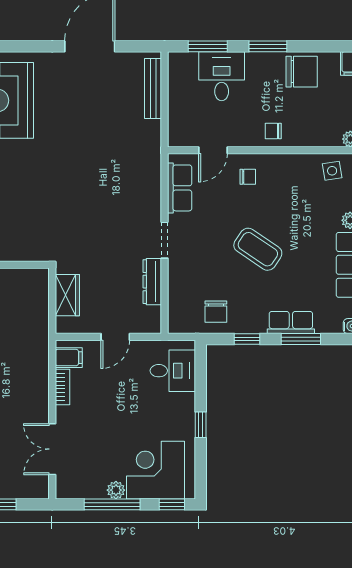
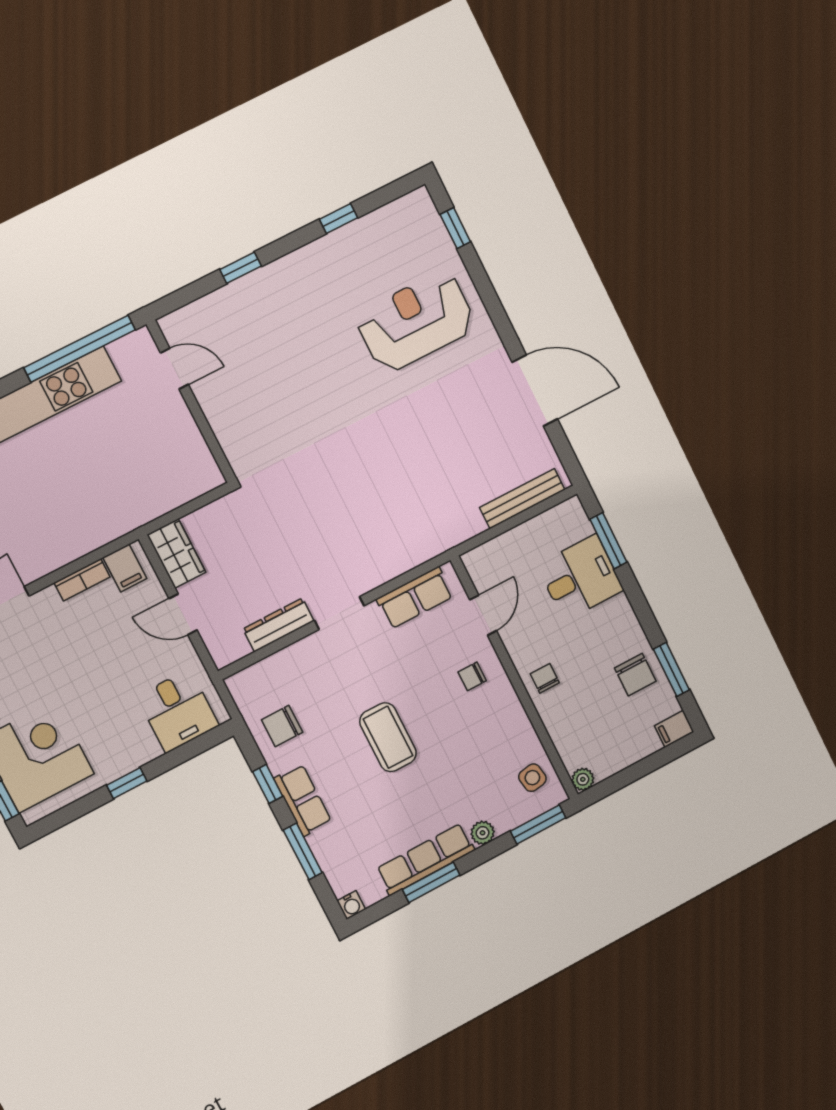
window: (268, 46) -> (671, 669), moved
chair: (302, 72) -> (635, 675), width x0.73, depth x0.73
door: (213, 150) -> (483, 615), swing flipped
chair: (248, 177) -> (472, 676), turned 90
coffee table: (258, 249) -> (388, 737), turned -34
wardrobe: (67, 295) -> (176, 554), moved, turned -90
row of seats: (291, 322) -> (303, 800), moved

